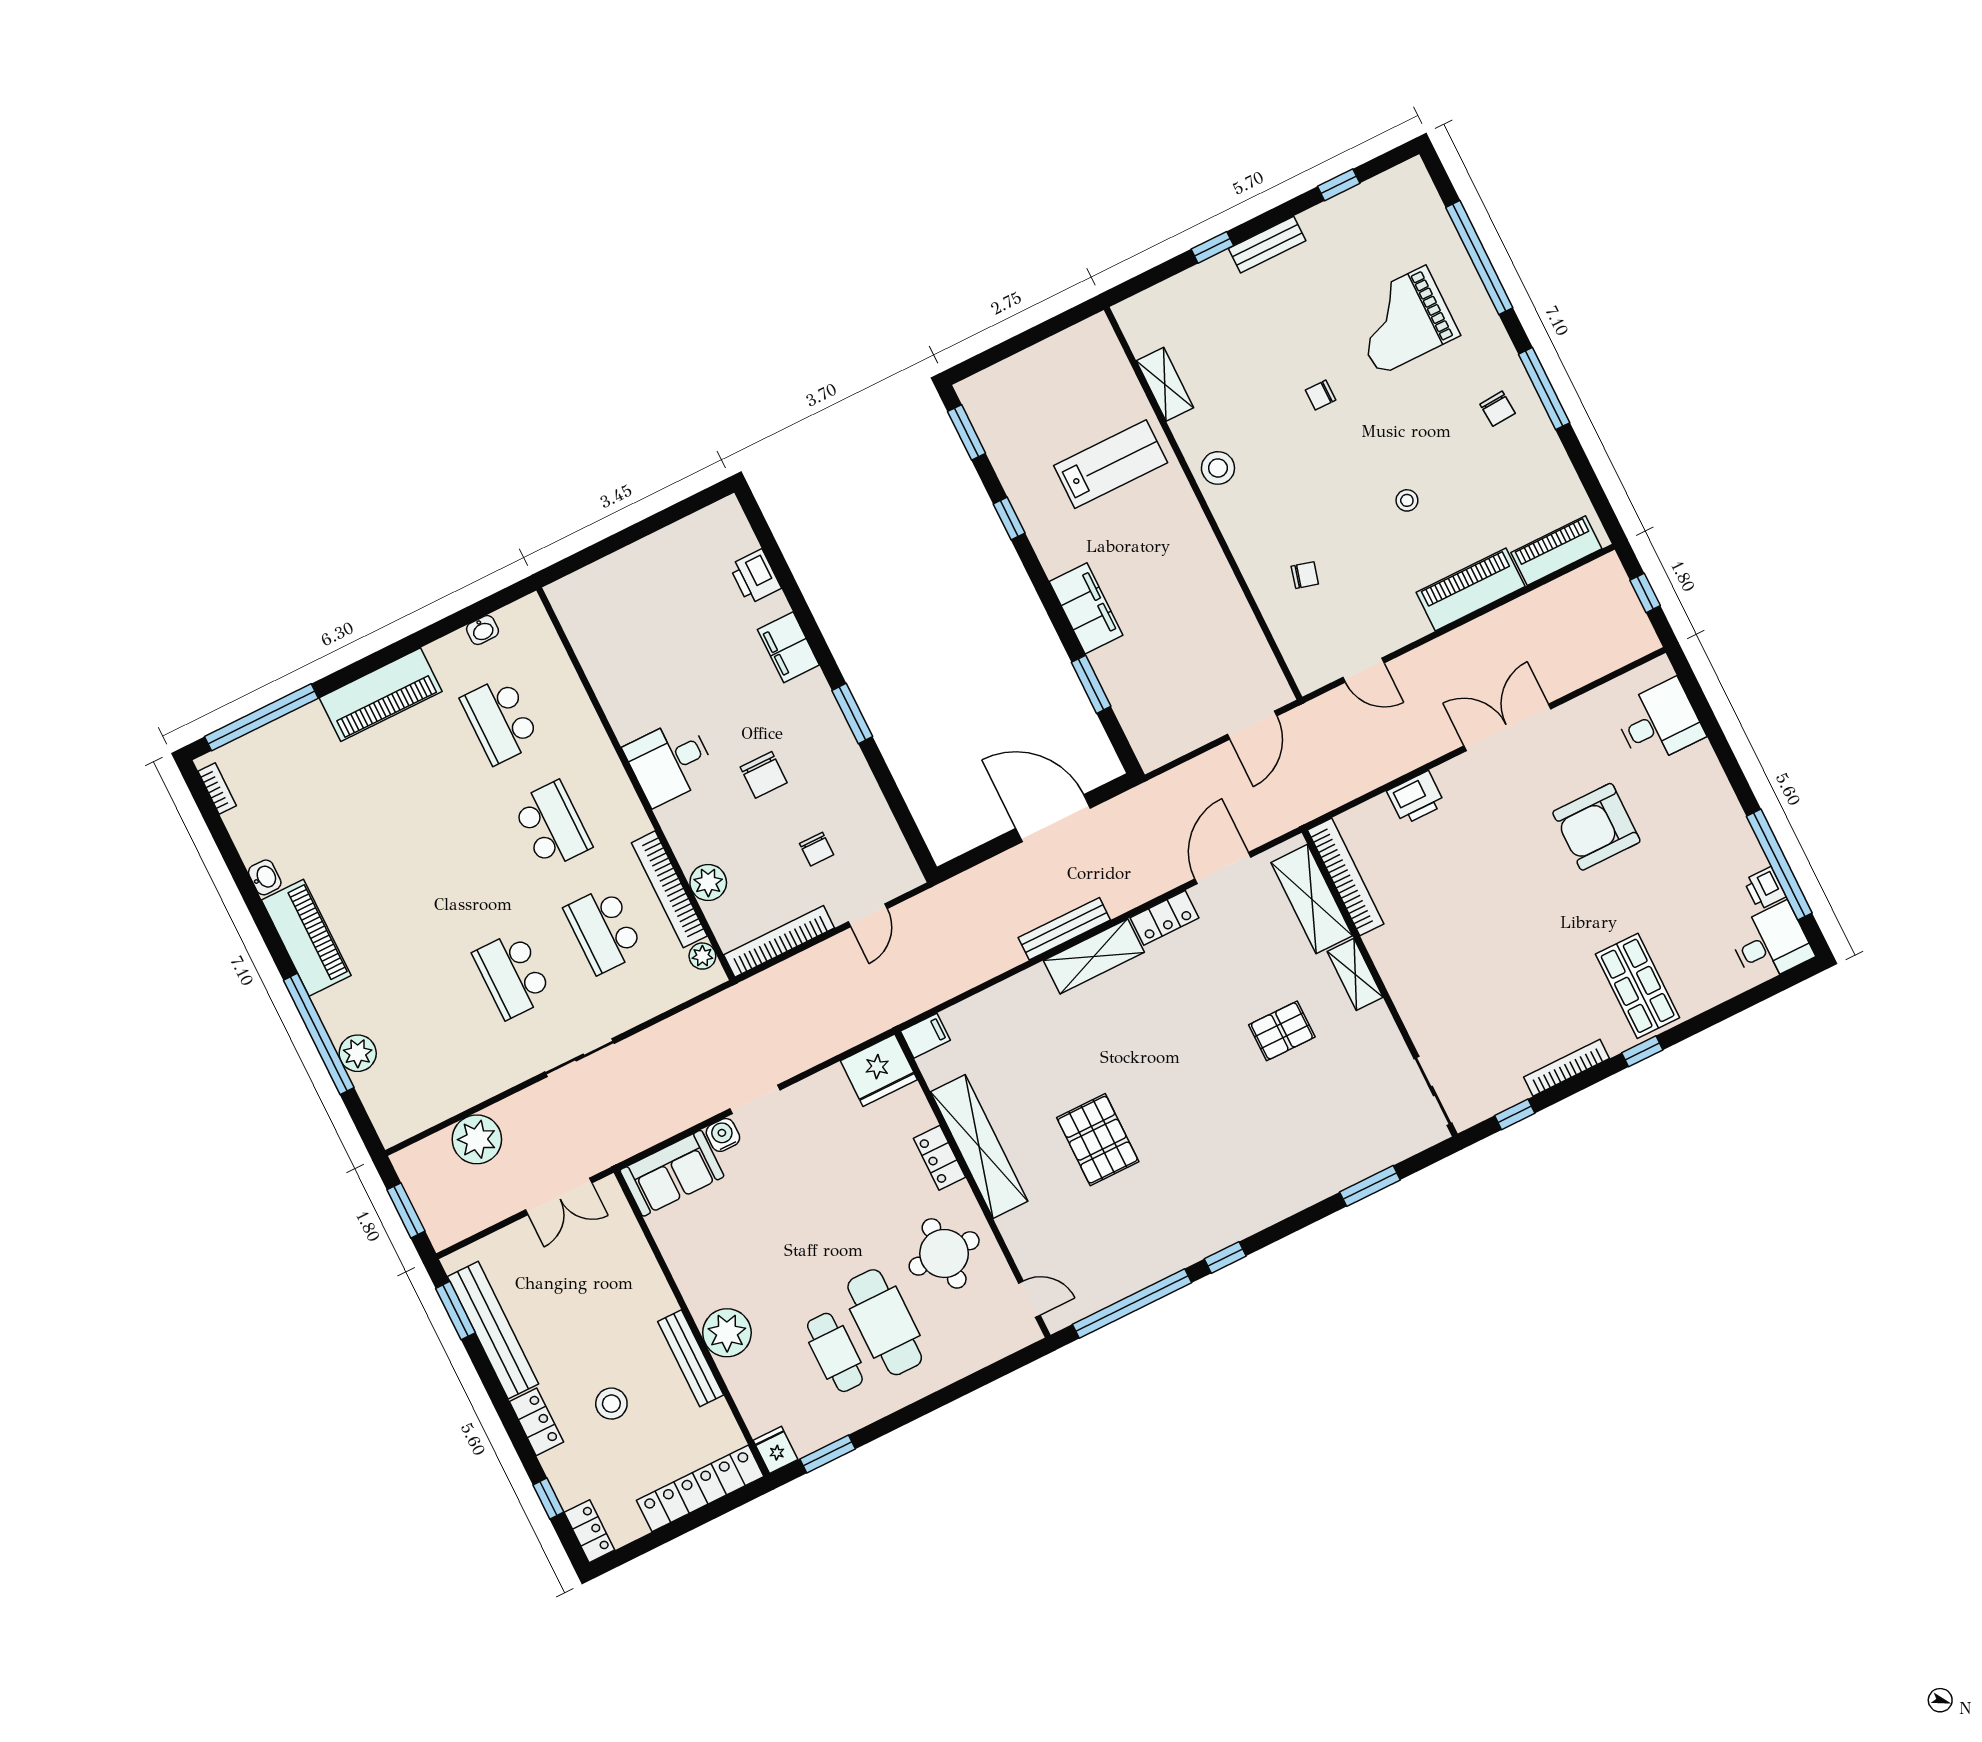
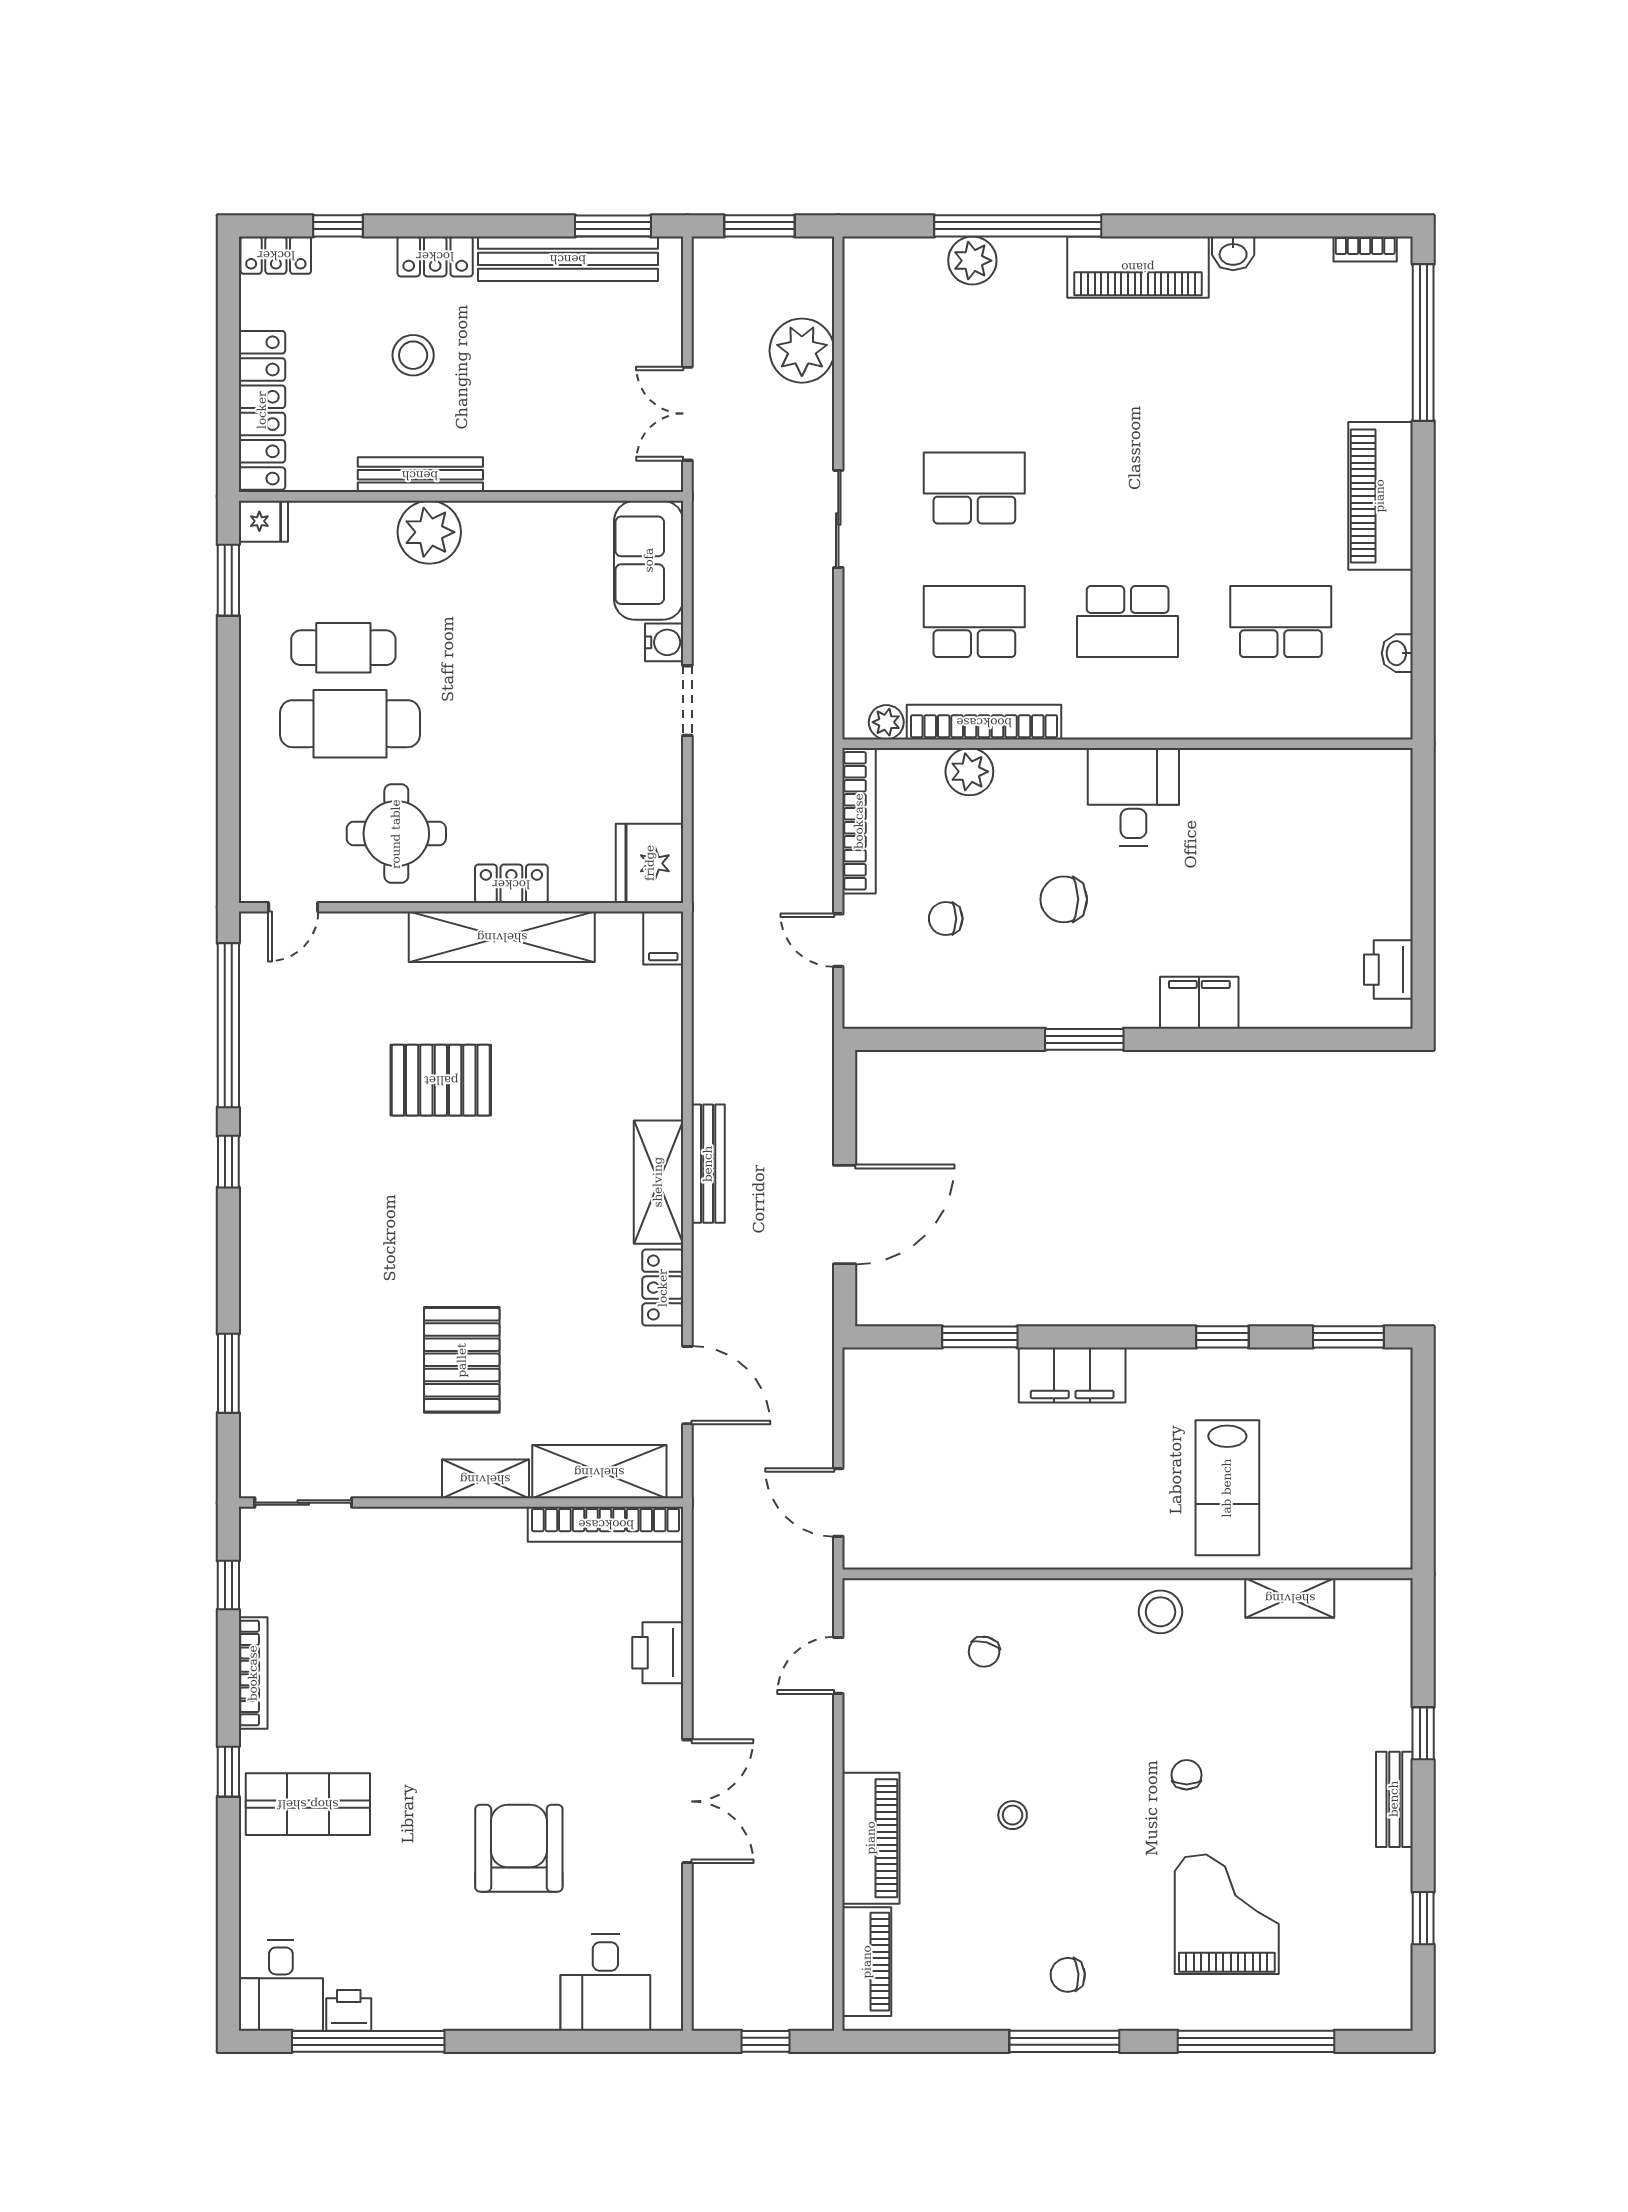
printer: (755, 577) -> (1388, 970), moved, turned -90
pallet: (1282, 1031) -> (462, 1360), width x1.50, depth x1.42

